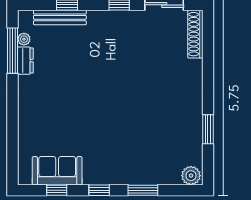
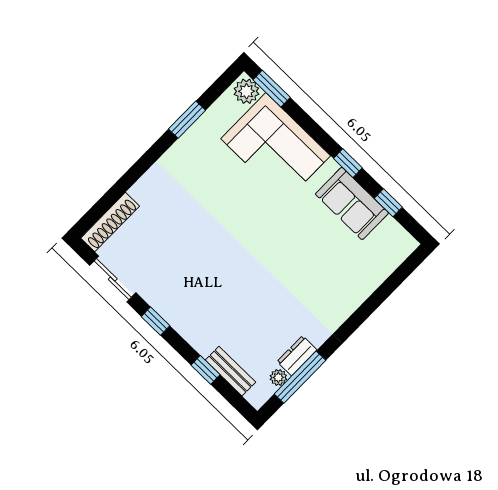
bench: (60, 17) -> (230, 371), width x0.73
corner sofa: (146, 161) -> (276, 147), added
sofa: (57, 171) -> (352, 203), moved
window: (143, 190) -> (272, 89), moved

